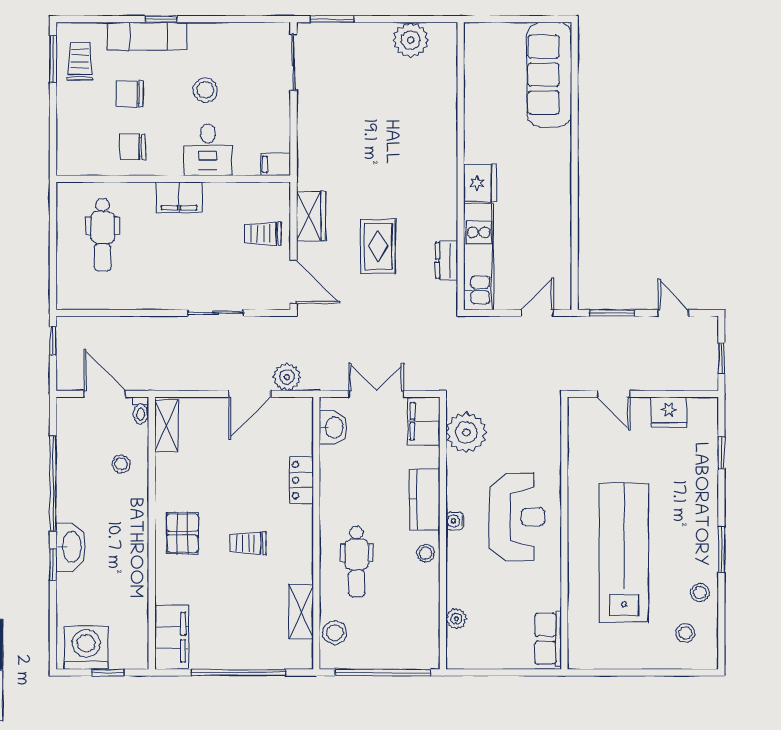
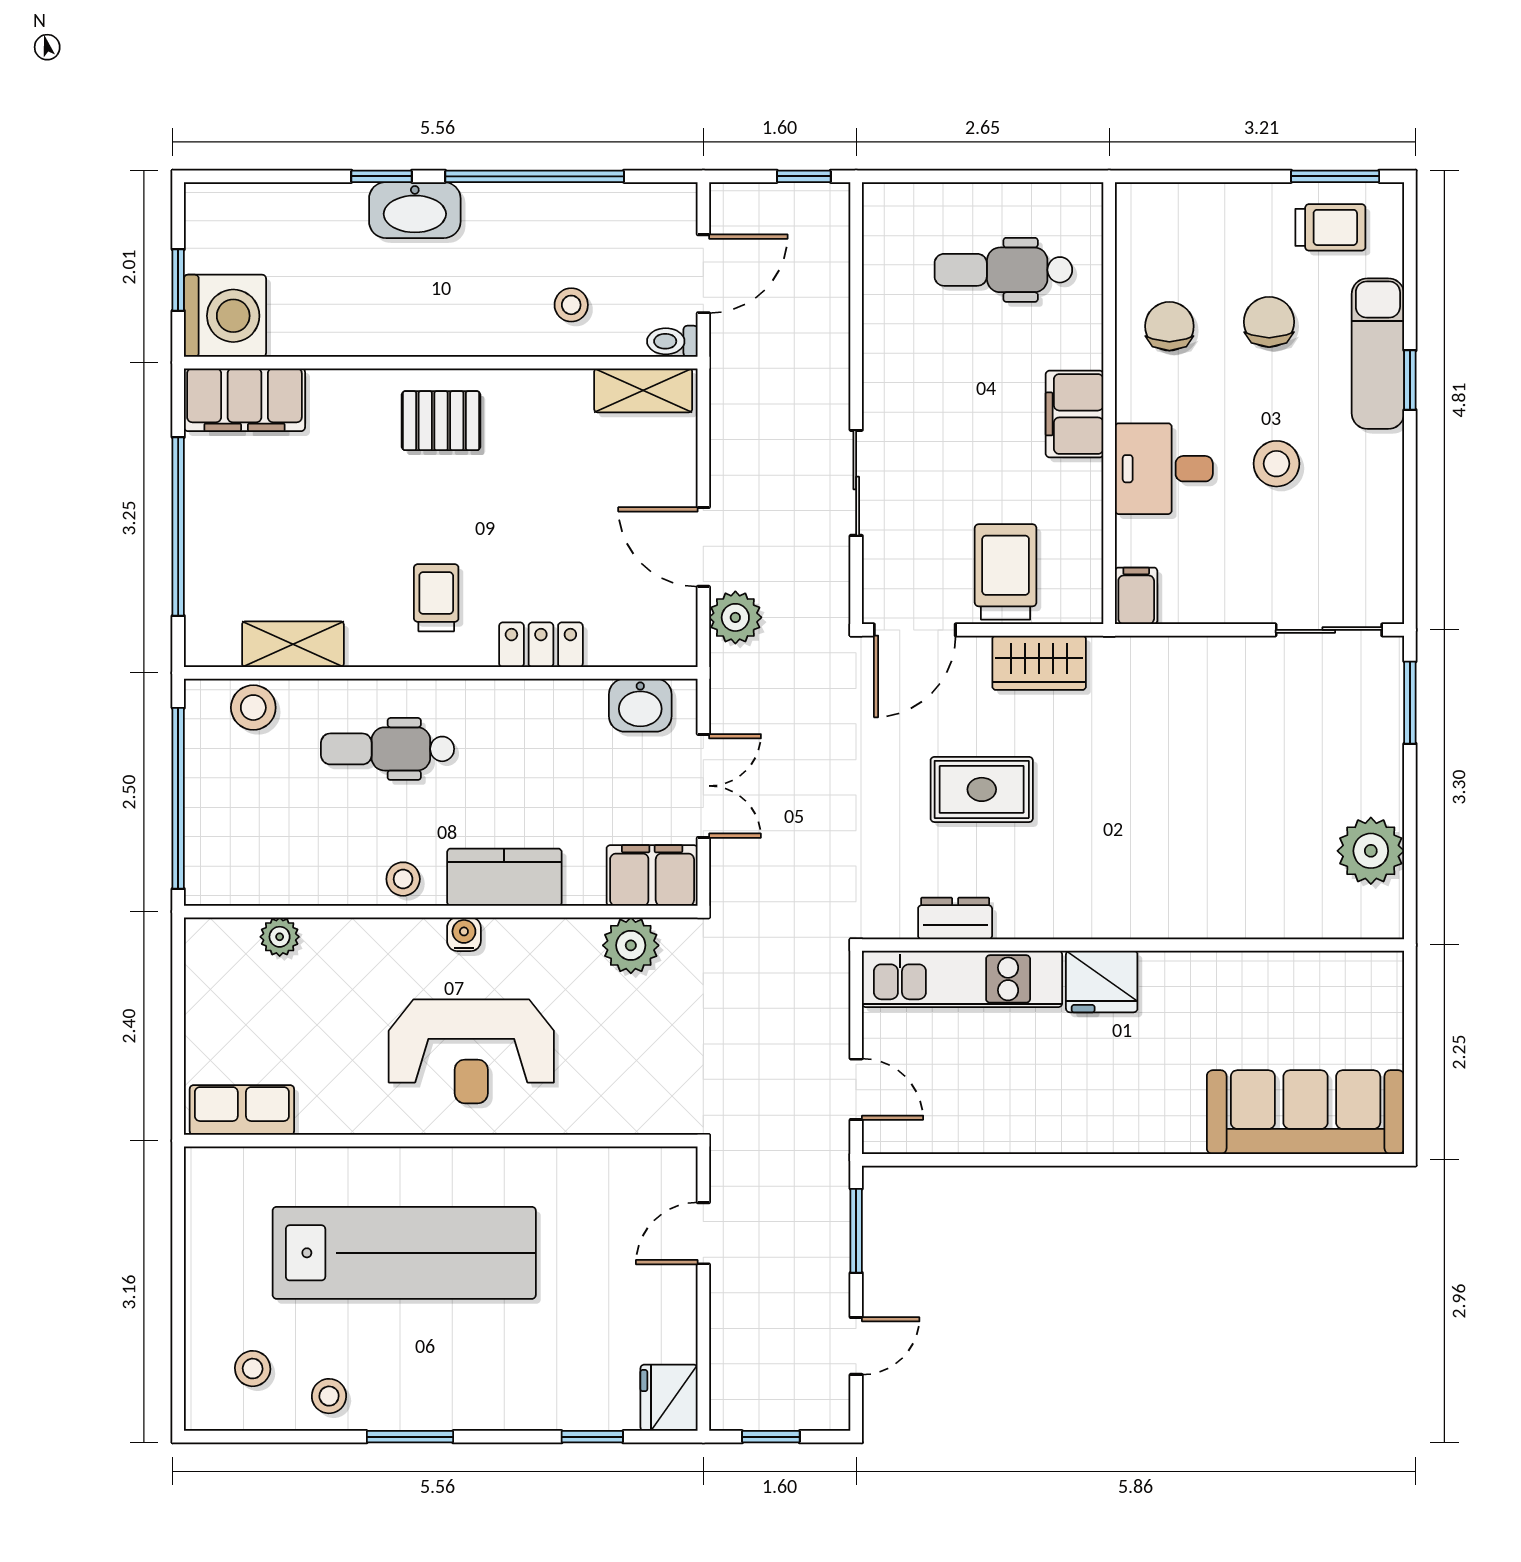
trolley: (263, 234) -> (1006, 572), width x1.36, depth x1.39
fridge: (669, 412) -> (669, 1398), moved
plant: (466, 432) -> (631, 945), width x0.73, depth x0.73
trolley: (248, 543) -> (436, 598), moved
washing machine: (86, 648) -> (225, 316), moved

